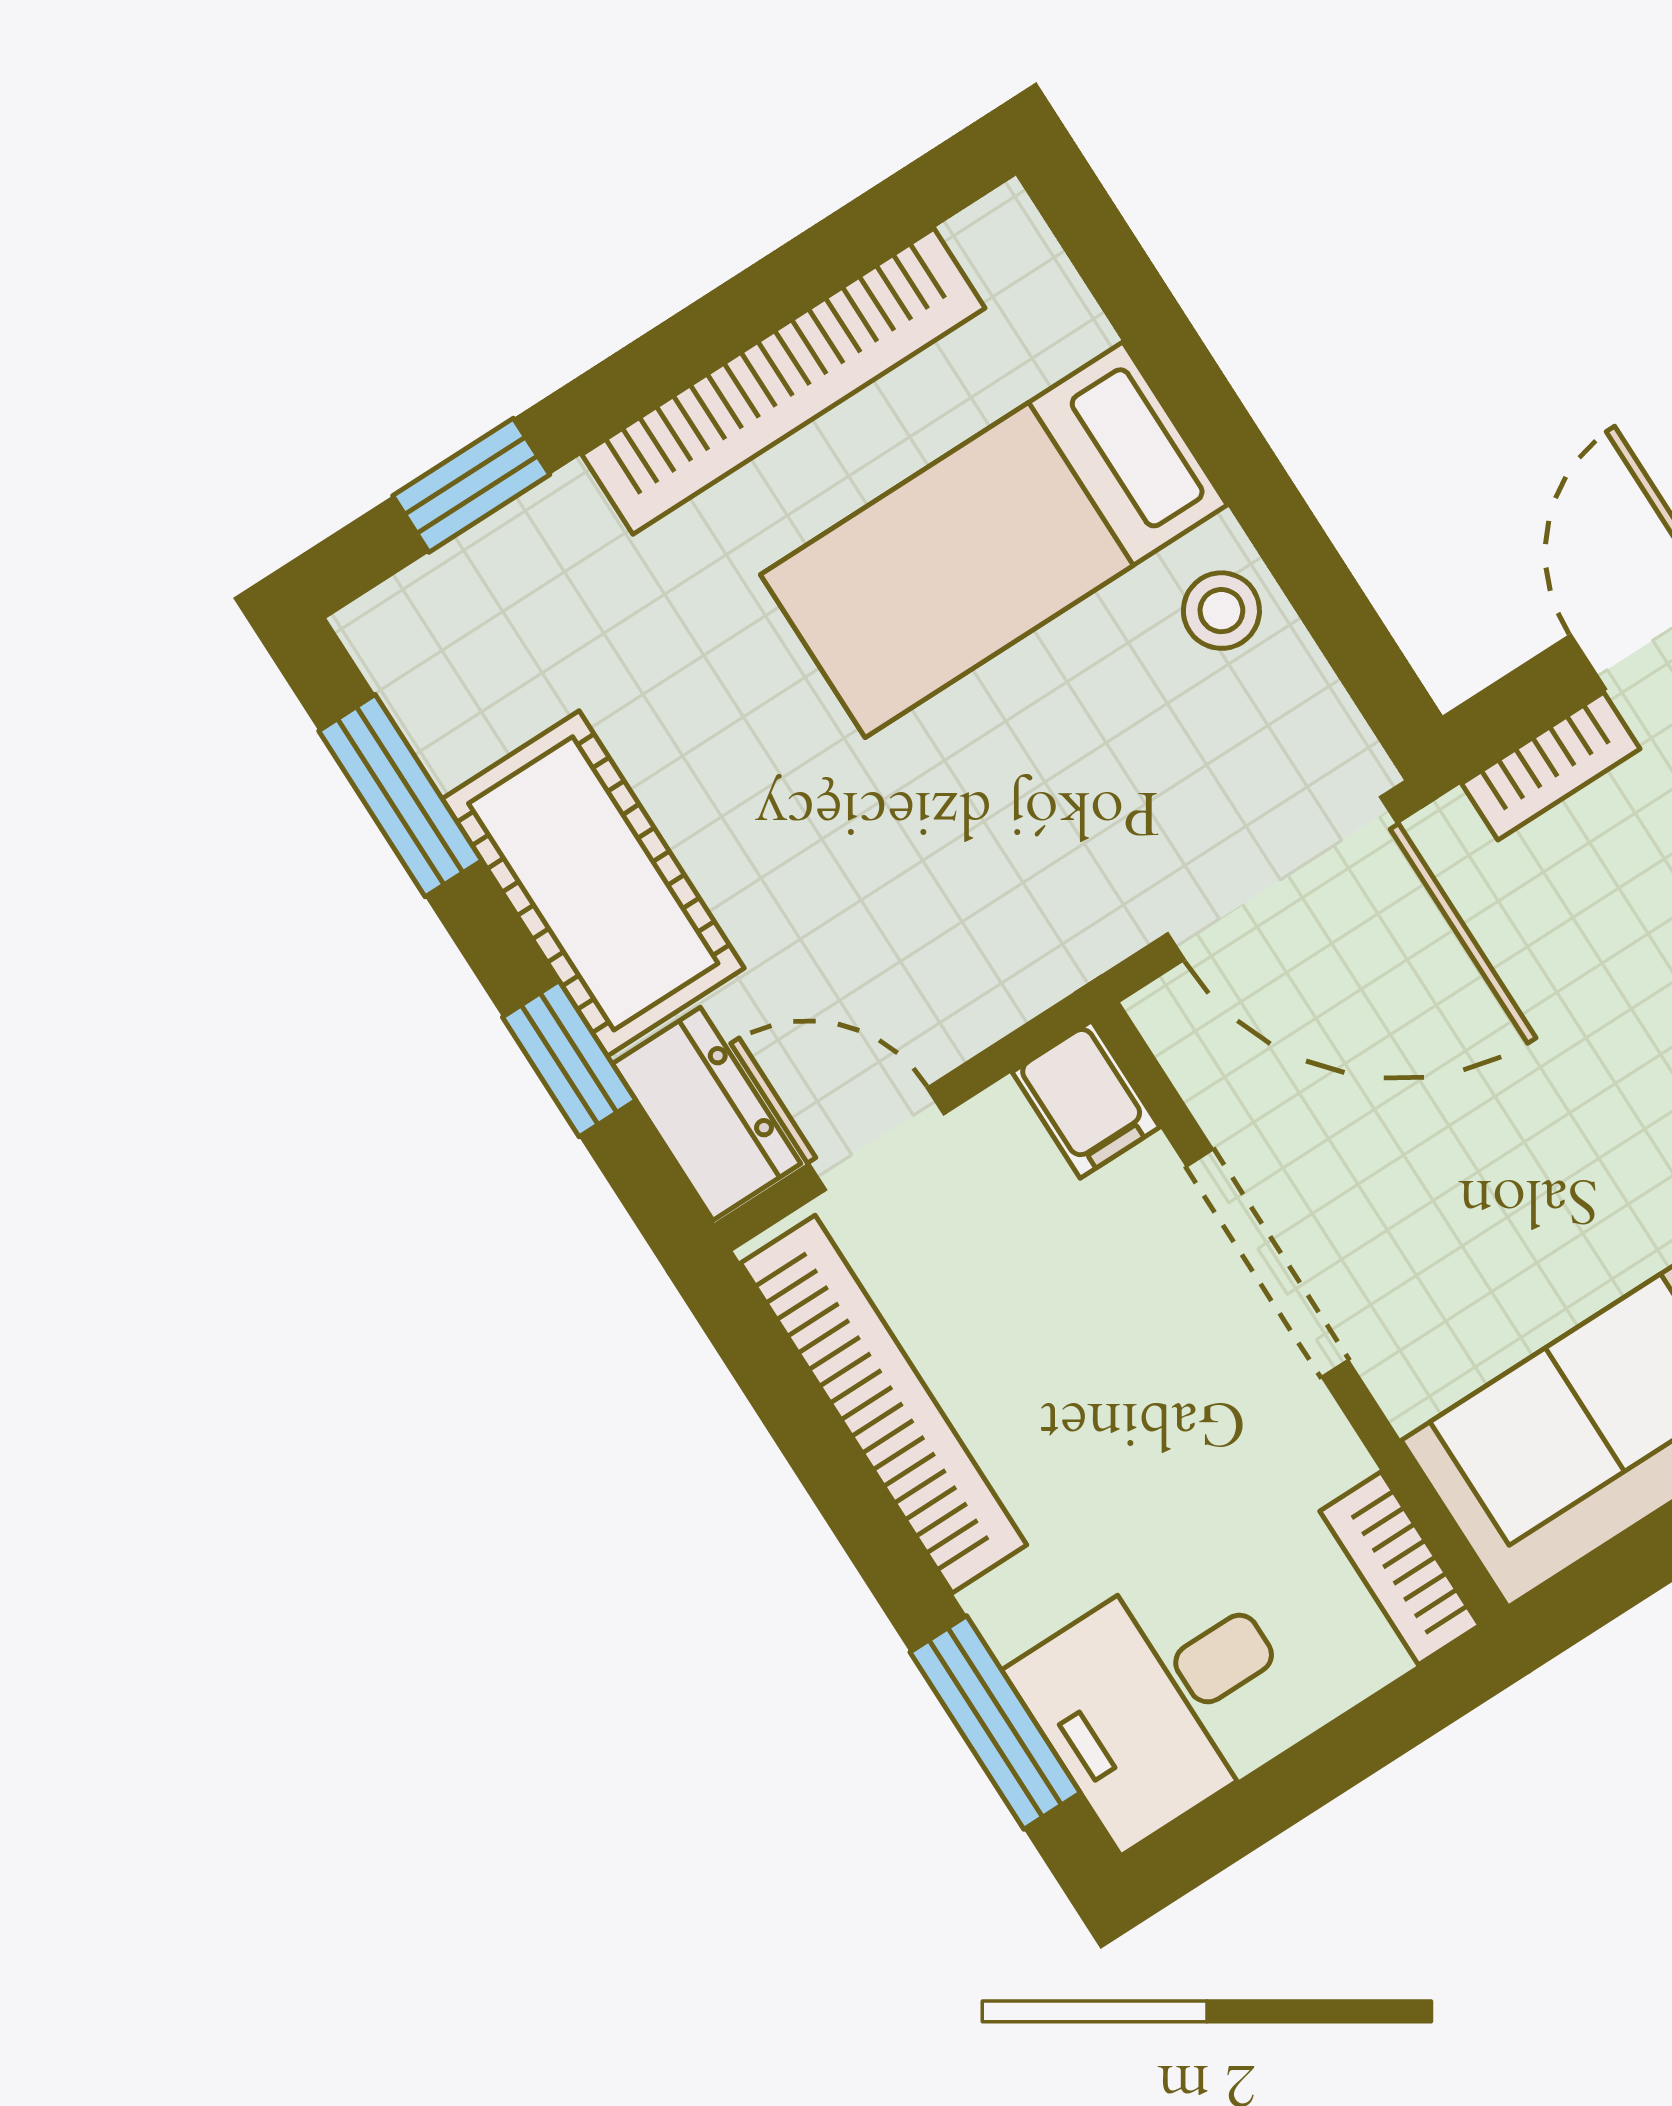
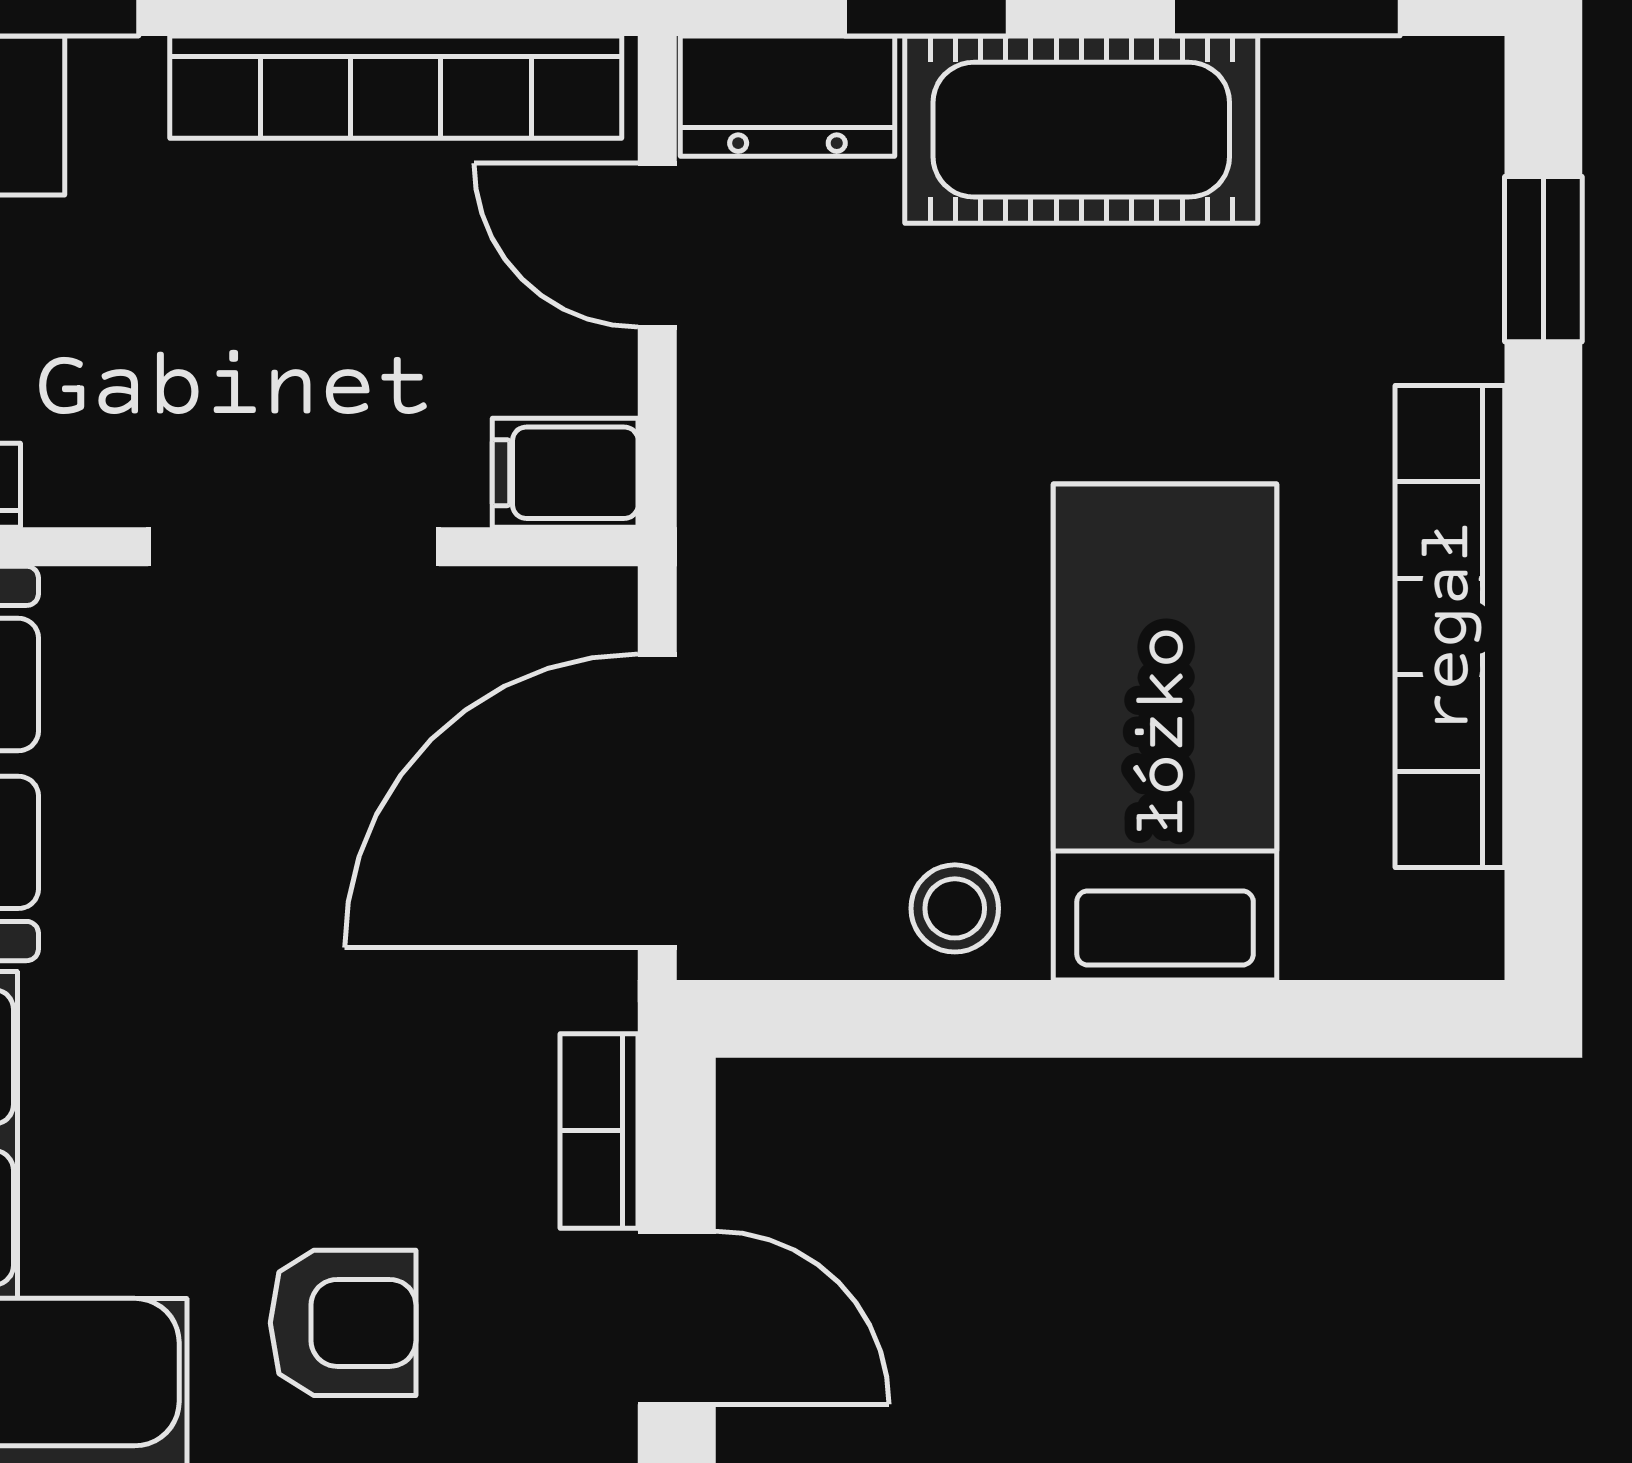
door: (876, 1139) -> (657, 245), swing flipped

